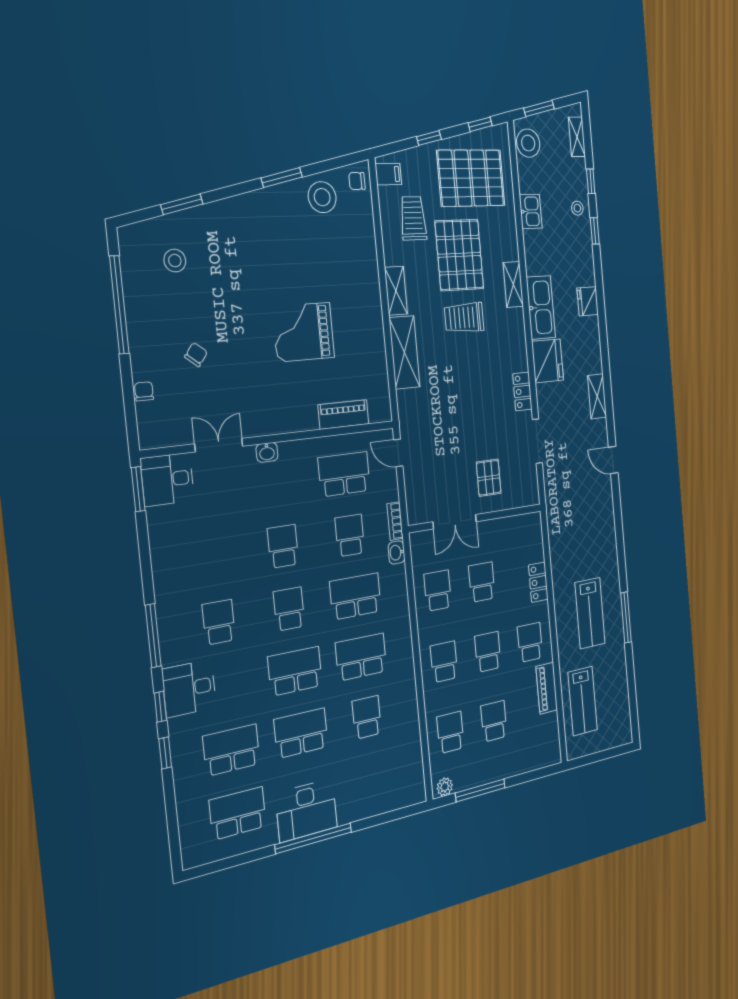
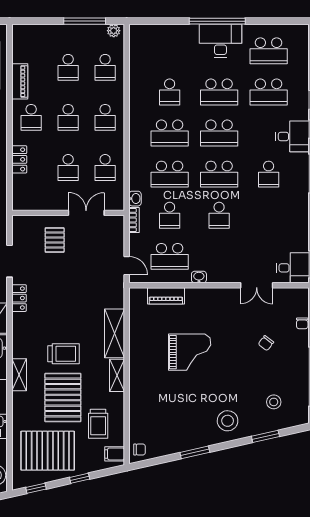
stool: (322, 197) -> (228, 421), moved
washbasin: (267, 452) -> (199, 277), moved
school desk: (289, 609) -> (219, 174), width x1.85

